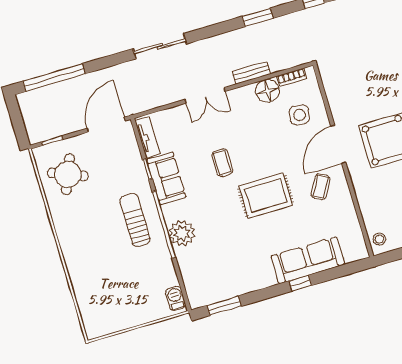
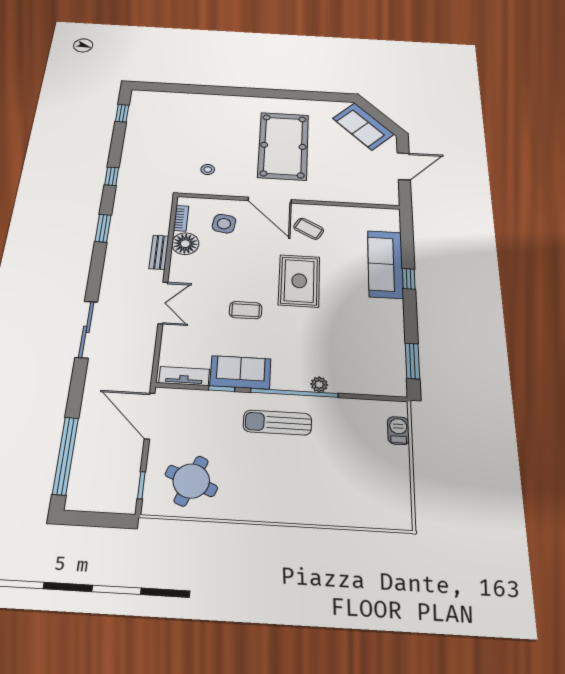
plant: (182, 233) -> (319, 384), width x0.53, depth x0.53
stool: (379, 239) -> (208, 169), moved
barbecue: (175, 298) -> (398, 431), moved, turned 90

